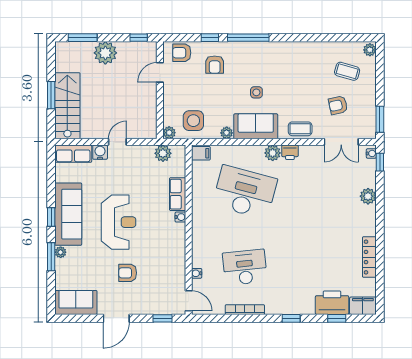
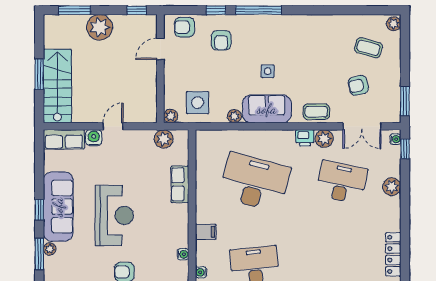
filing cabinet: (201, 153) -> (206, 232), moved
plant: (273, 153) -> (324, 139), moved
desk: (323, 192) -> (341, 182), added
water cooler: (180, 217) -> (183, 254), moved

